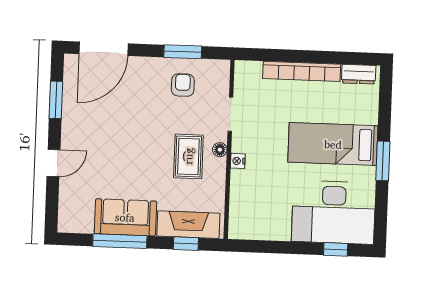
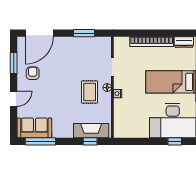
armchair: (183, 85) -> (33, 73), moved
sofa: (125, 217) -> (34, 128), moved
window: (120, 241) -> (40, 141), moved

